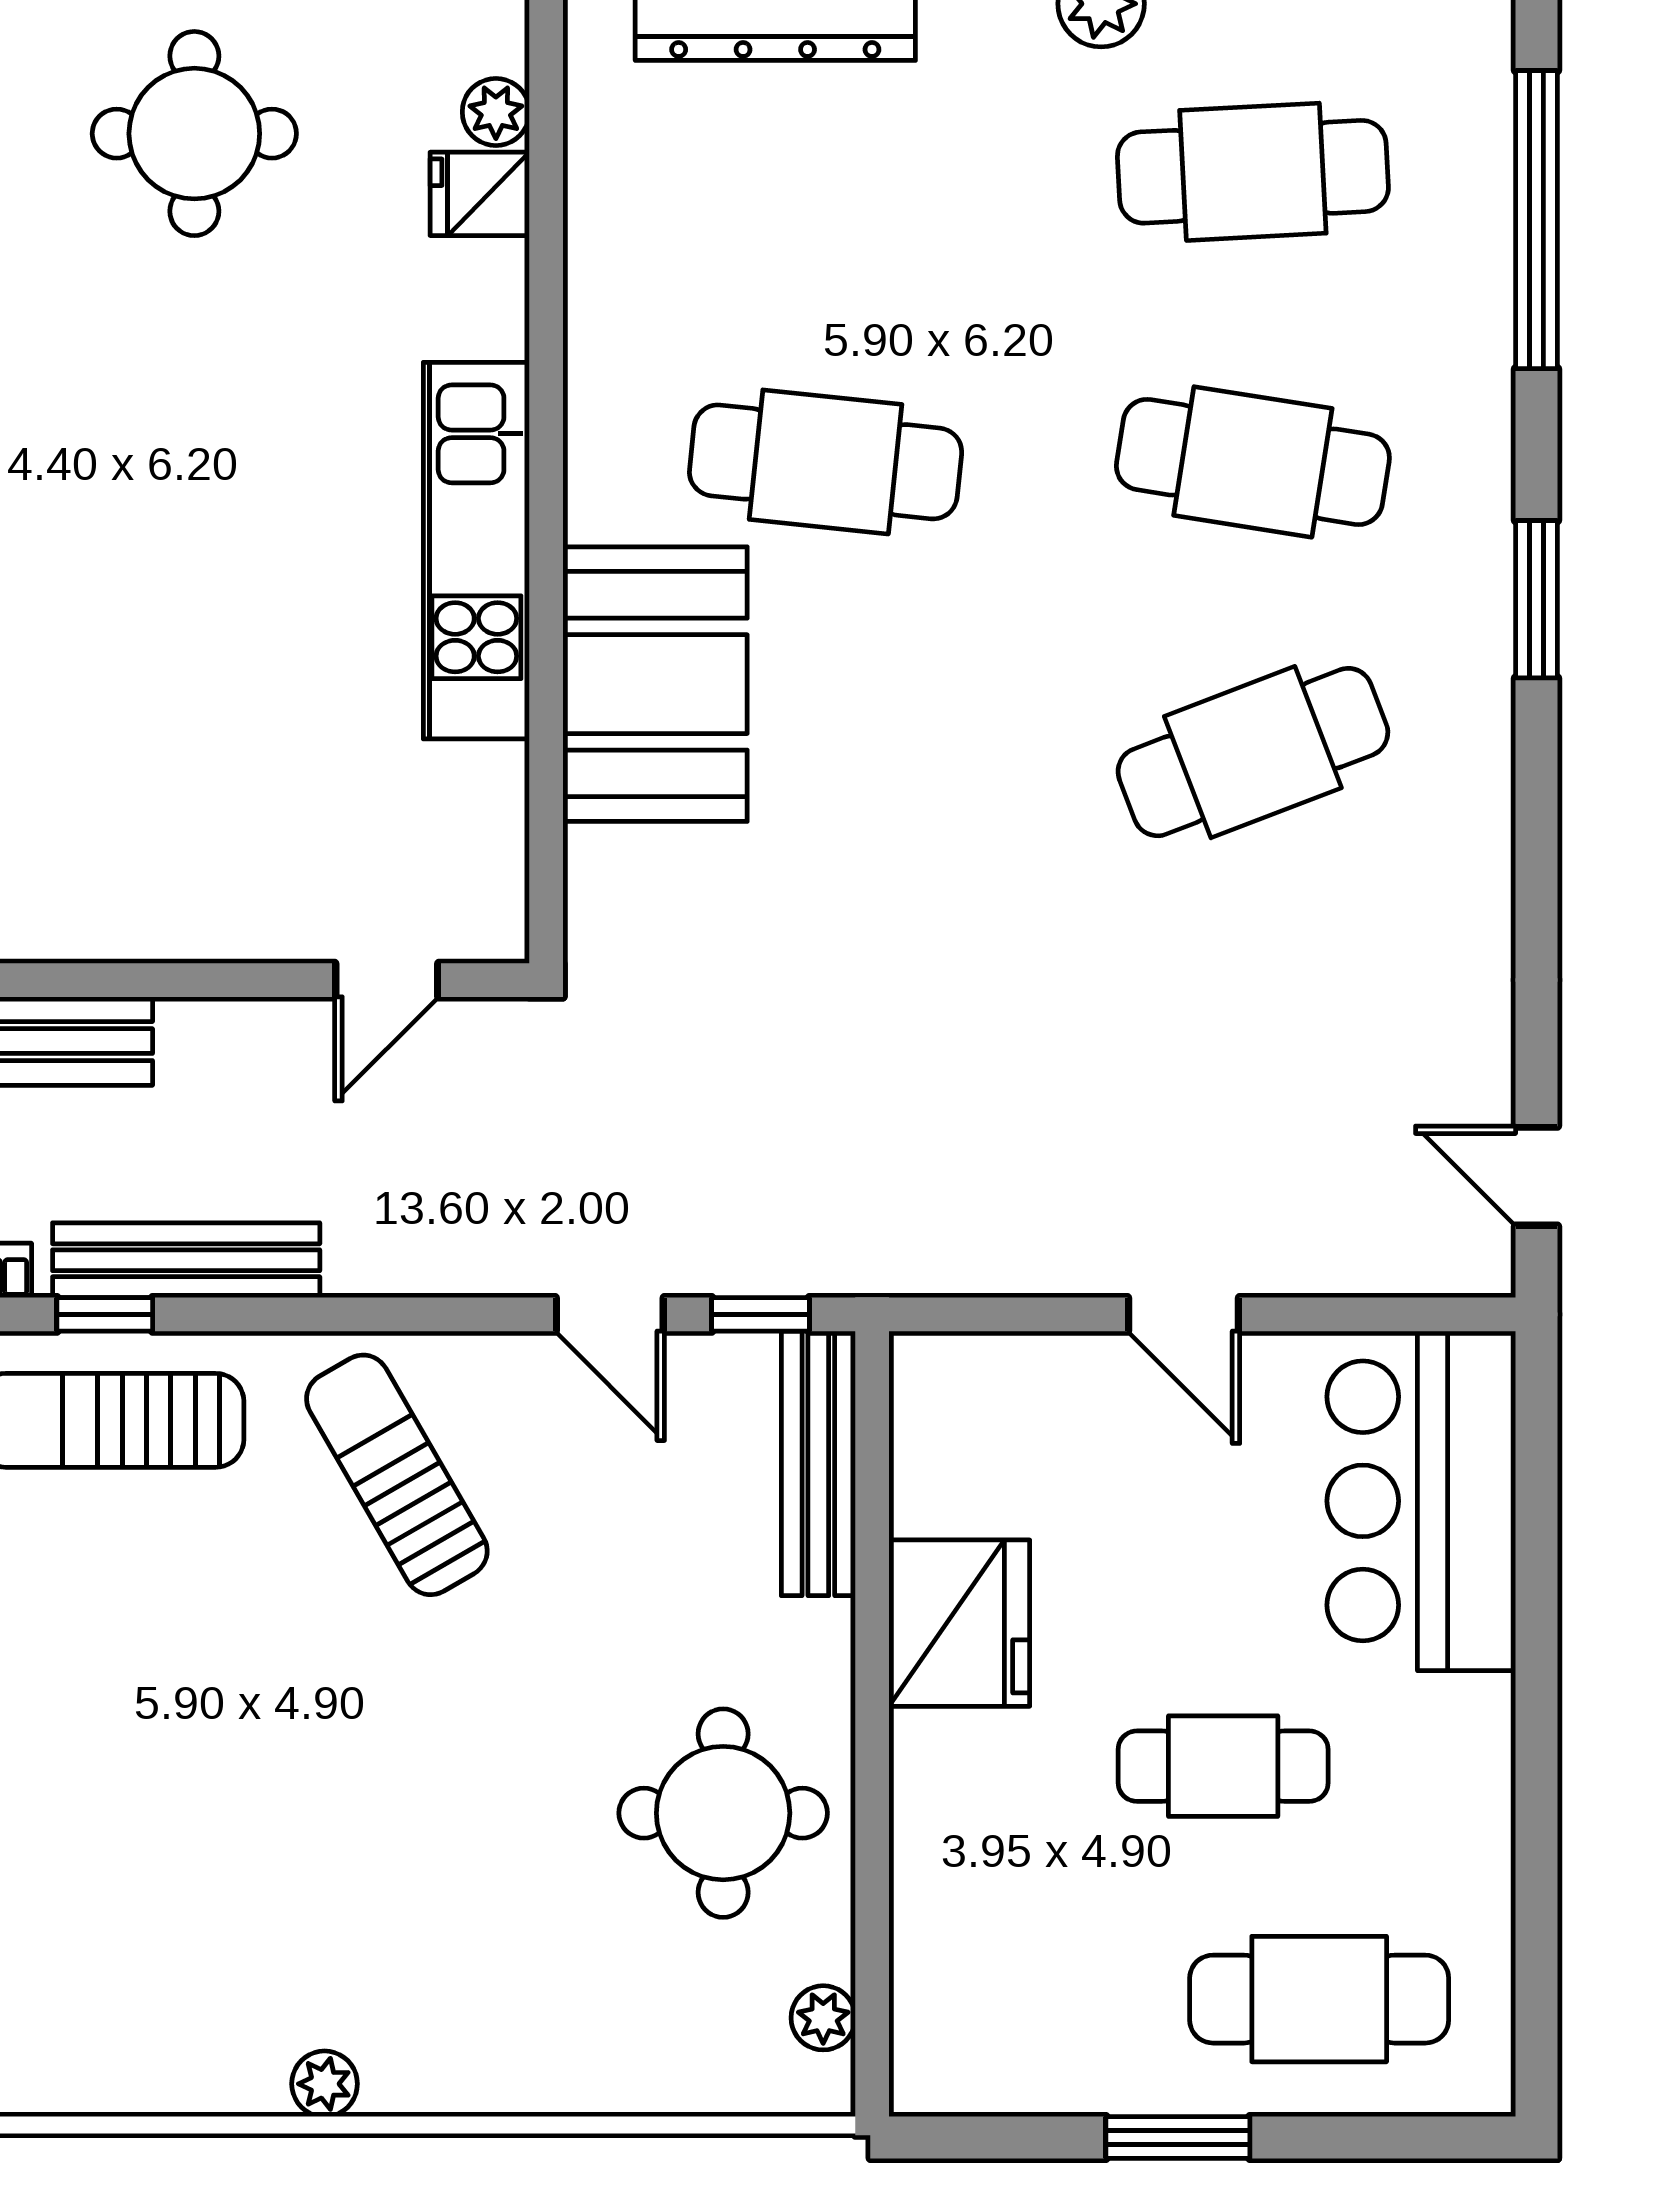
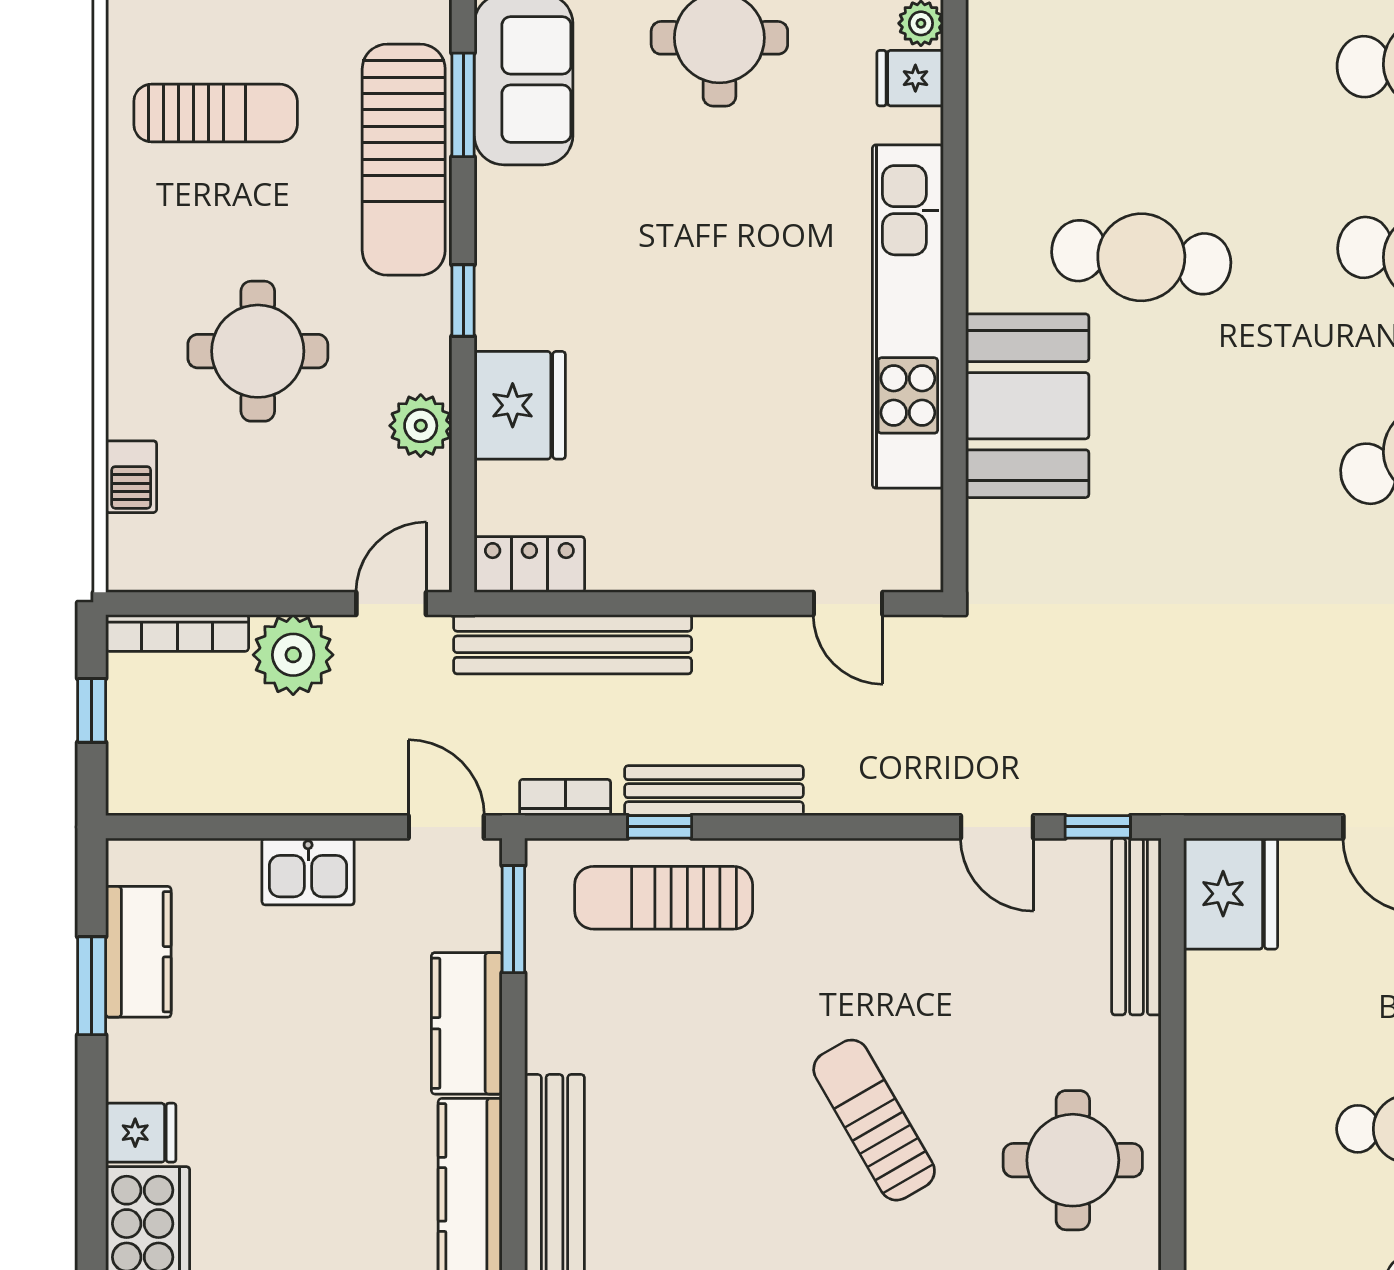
kitchen unit: (476, 551) -> (908, 317), width x1.36
door: (387, 980) -> (848, 604), hinge flipped
sun lounger: (397, 1475) -> (874, 1120), moved
fridge: (959, 1623) -> (1231, 894), moved

